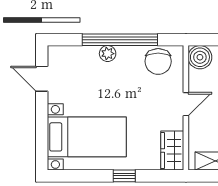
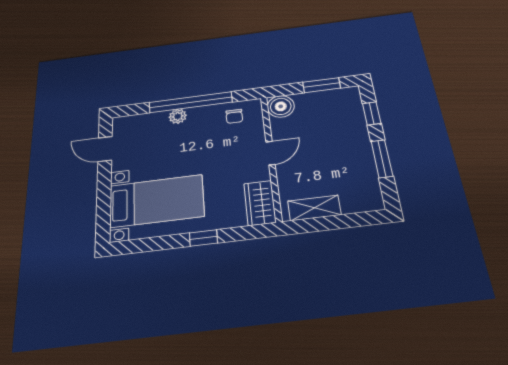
chair: (158, 61) -> (234, 116), width x0.54, depth x0.54

